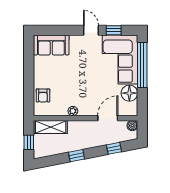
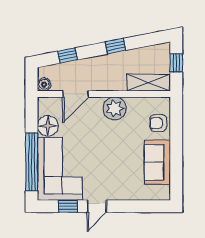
door: (91, 30) -> (97, 206), hinge flipped
sofa: (51, 45) -> (157, 162), moved, turned -90
armchair: (43, 95) -> (158, 123), turned -90
plant: (73, 111) -> (115, 108), width x1.88, depth x1.88

